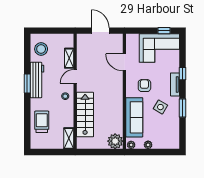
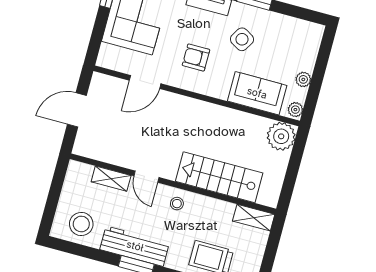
sofa: (134, 117) -> (257, 93), width x0.73

